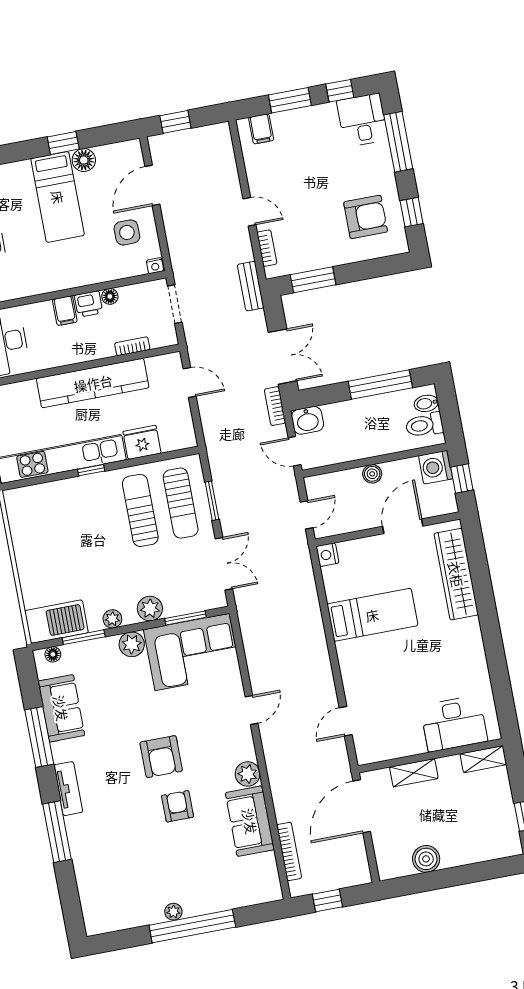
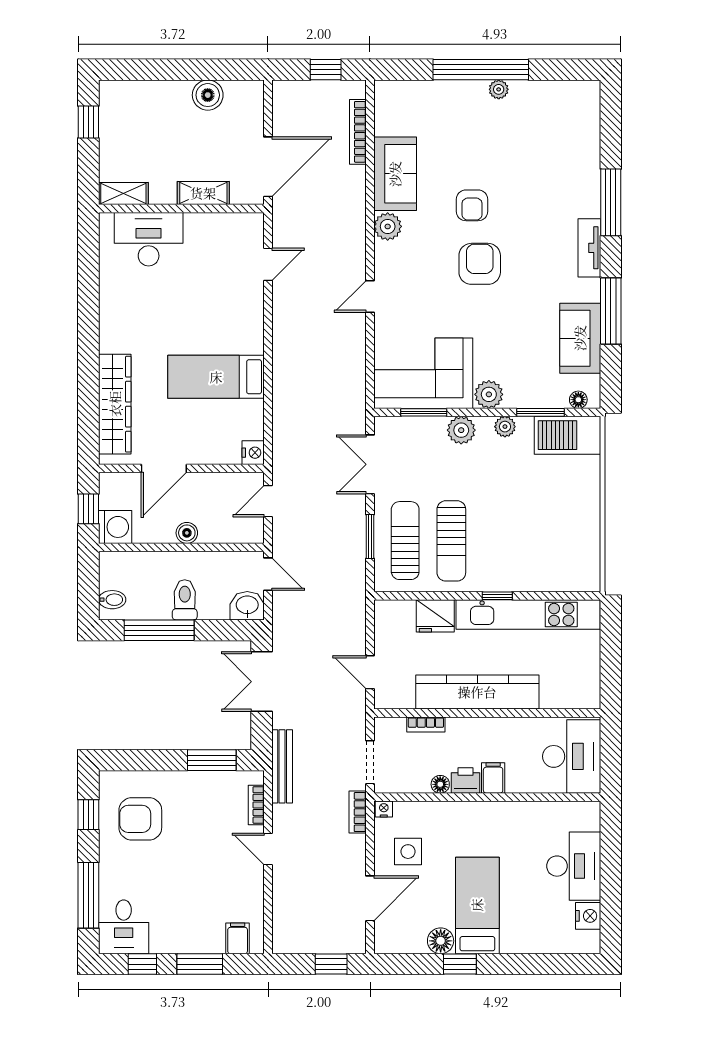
bench: (251, 286) -> (282, 766), width x1.36
bookcase: (275, 406) -> (358, 812), moved, turned 180
toilet: (424, 425) -> (185, 600), moved, turned -90

